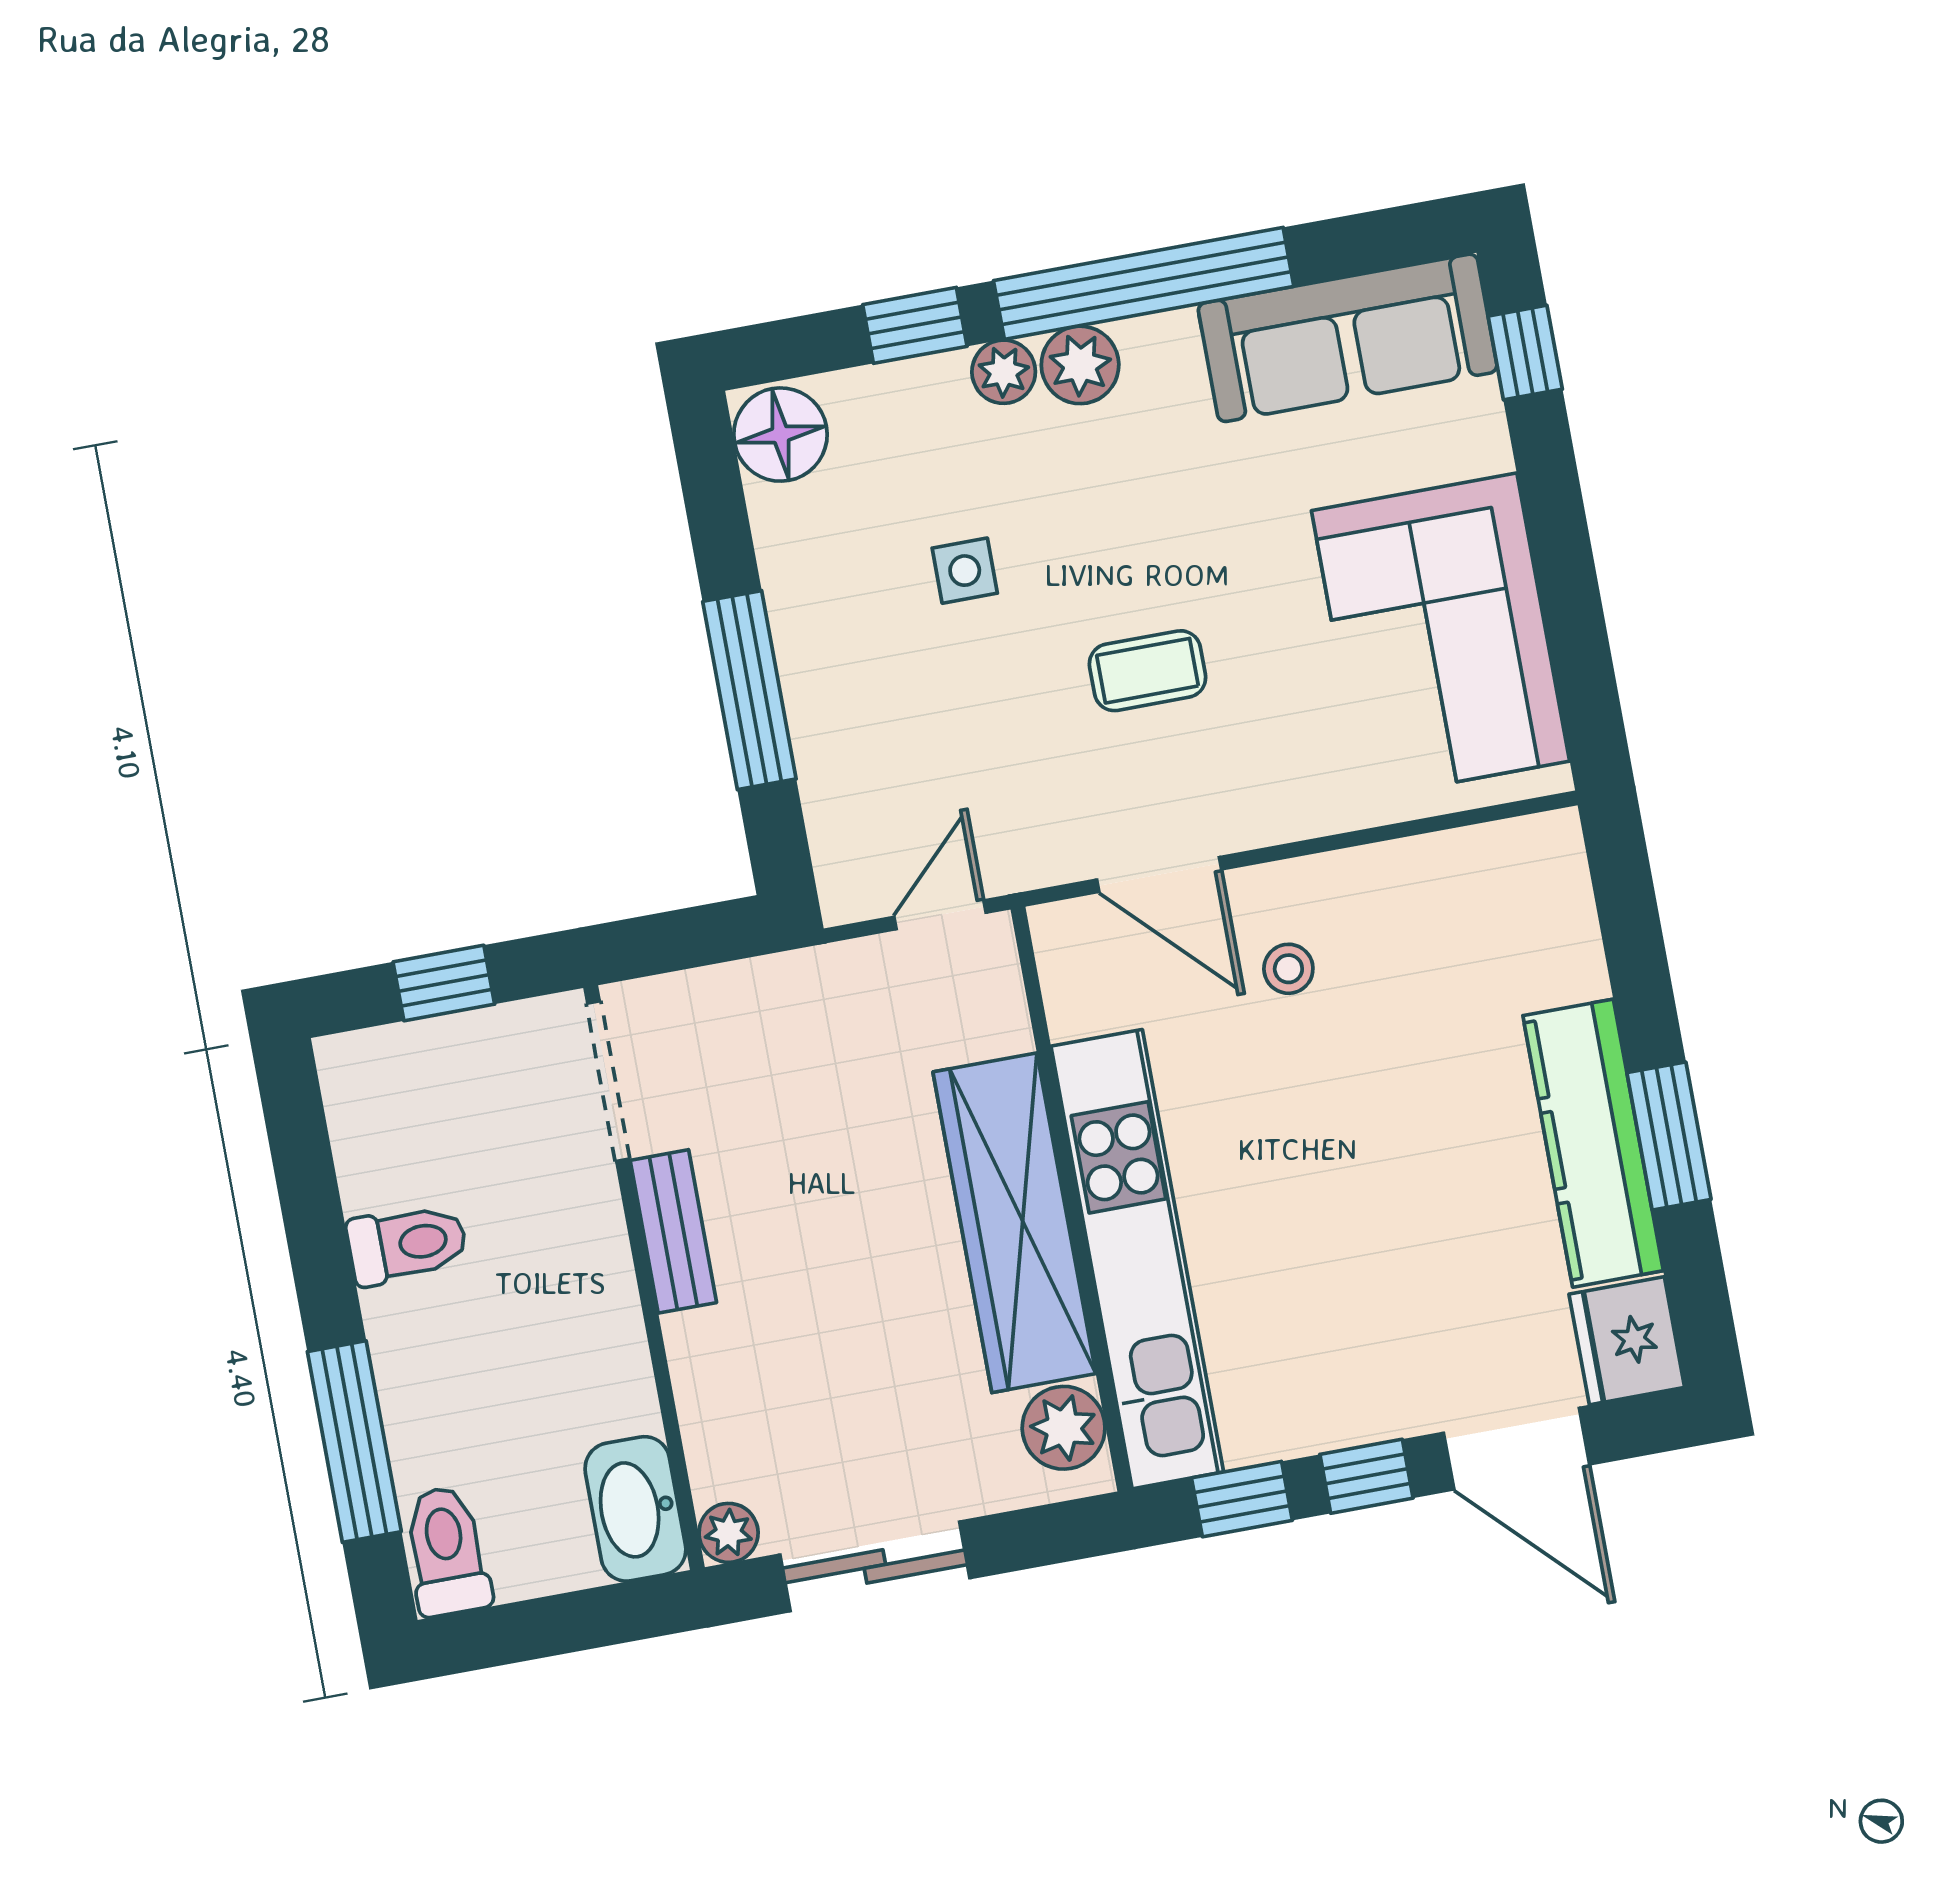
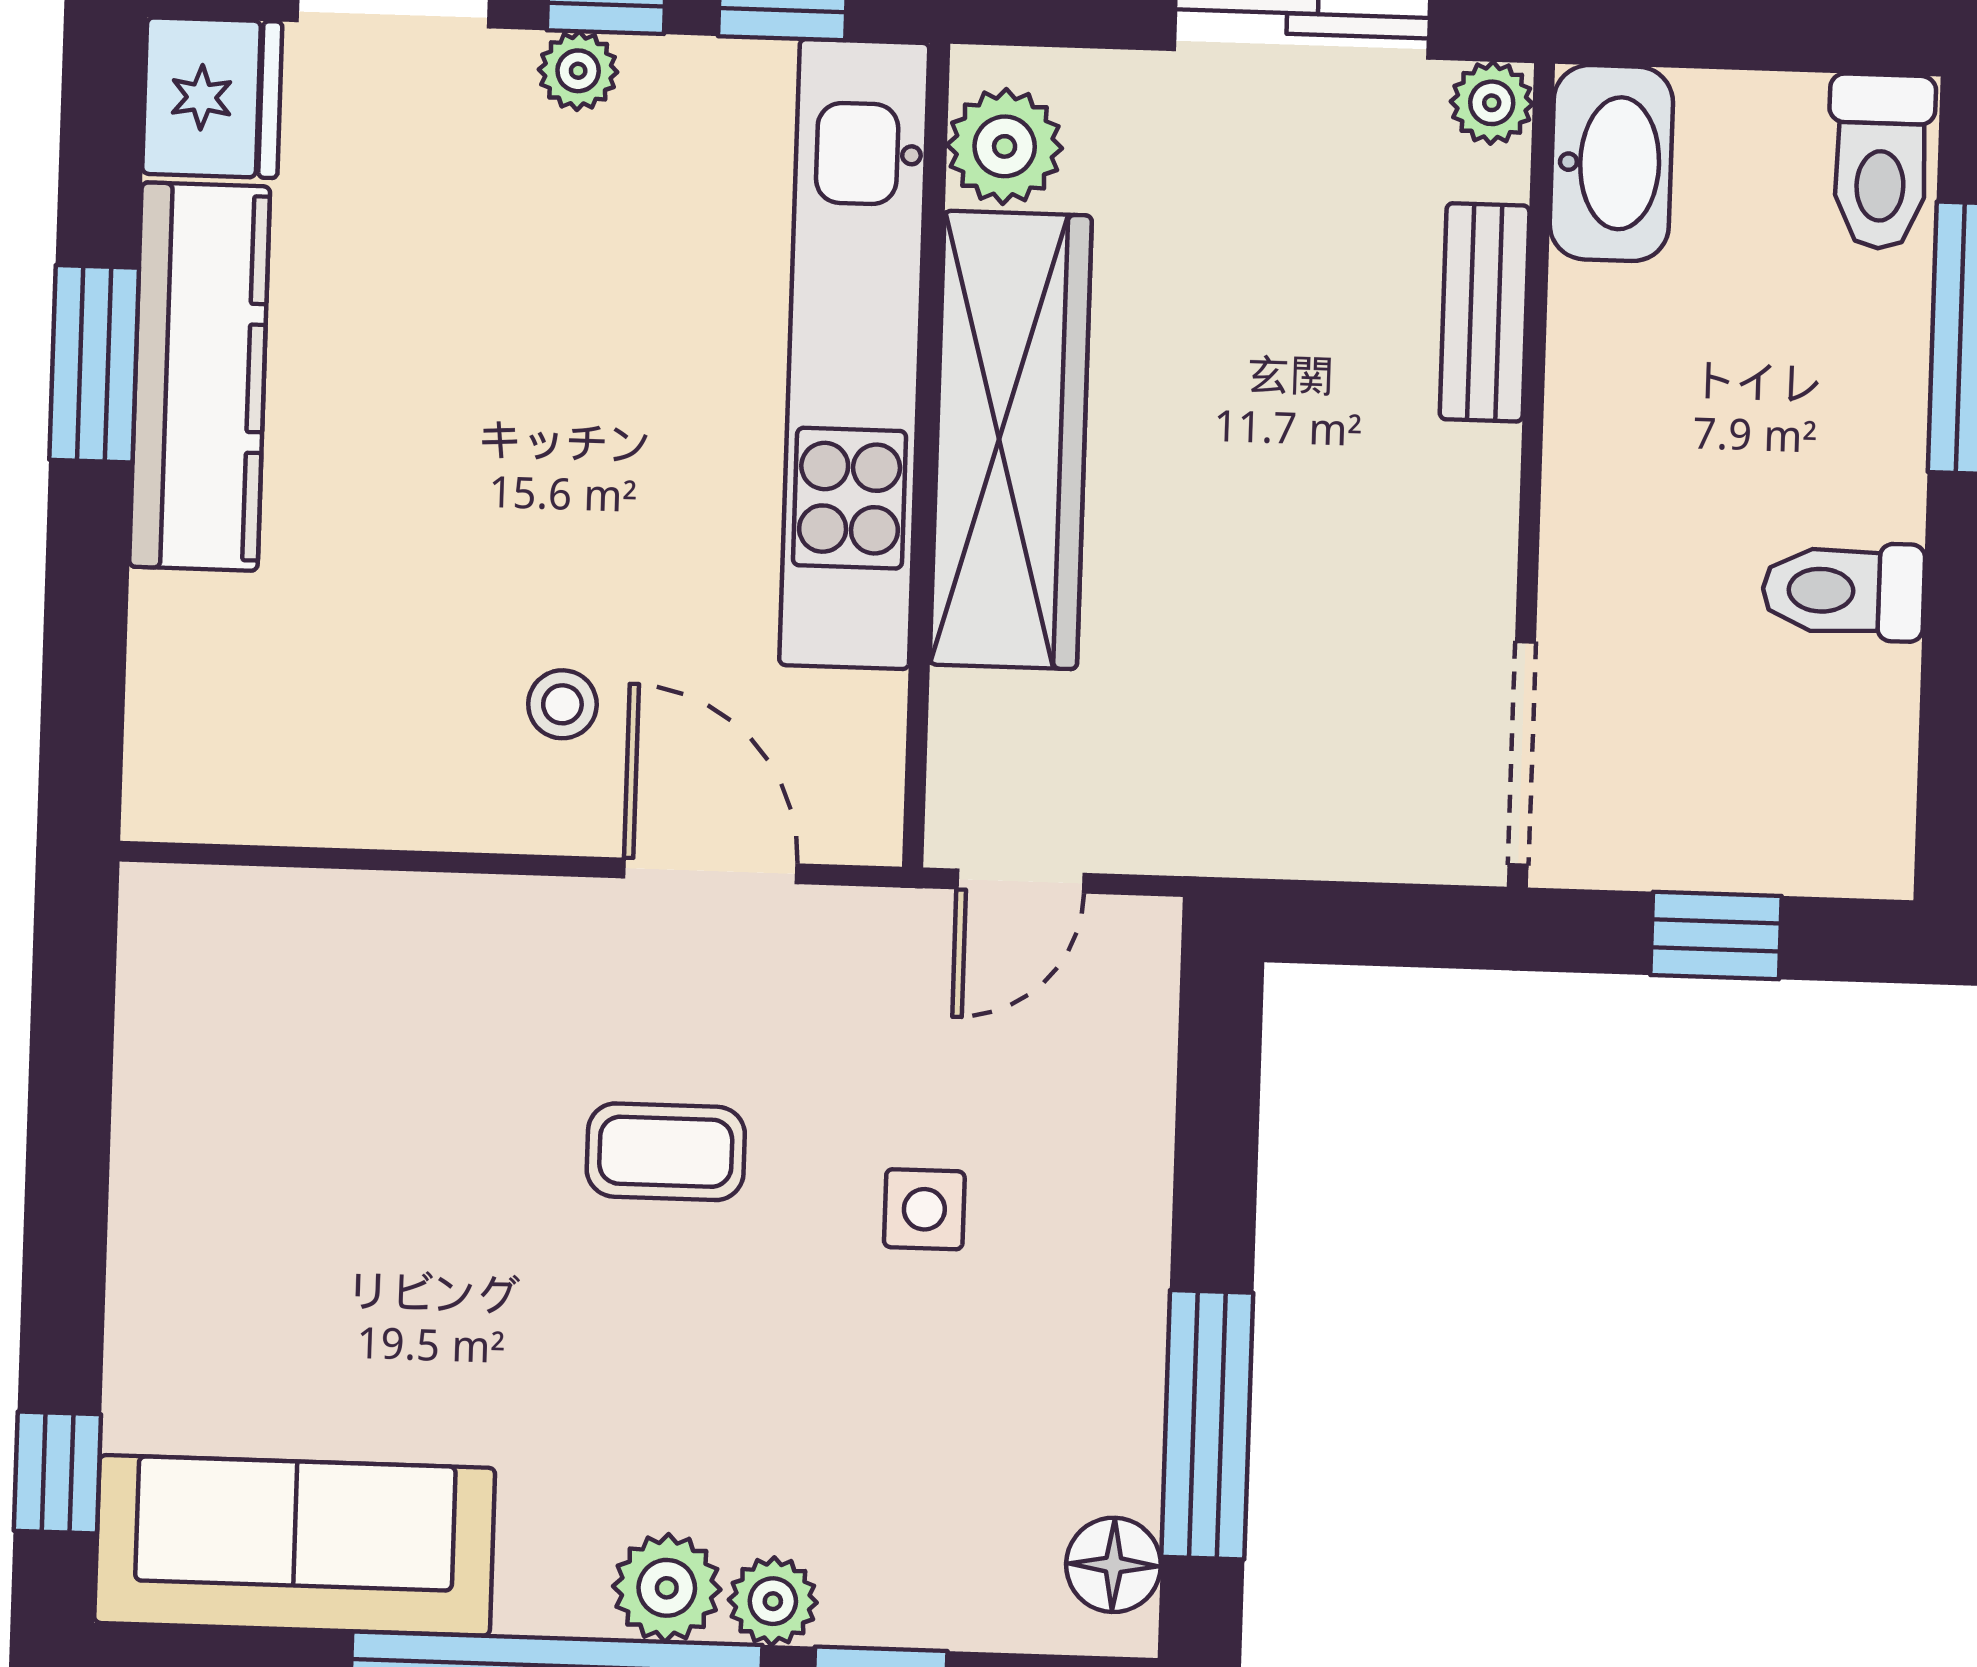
floor lamp: (780, 435) -> (1113, 1565), width x0.73, depth x0.73
side table: (965, 571) -> (924, 1209), moved
corner sofa: (1440, 636) -> (257, 1112), removed
window: (749, 690) -> (1207, 1425), moved
bench: (673, 1231) -> (1485, 312), moved
plant: (1374, 1416) -> (578, 71), added

